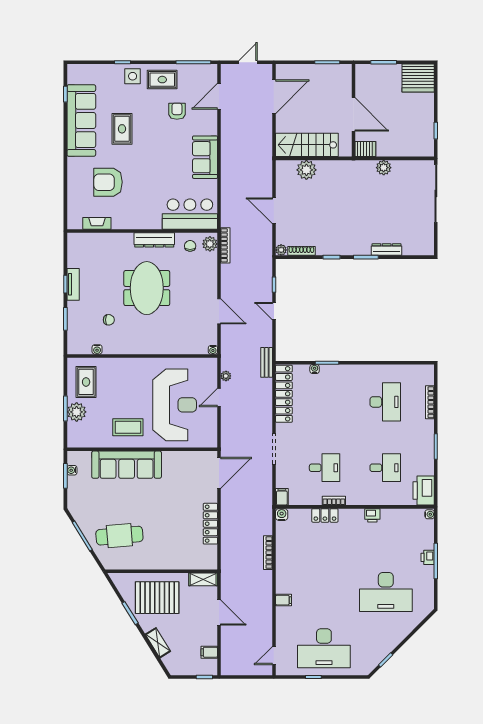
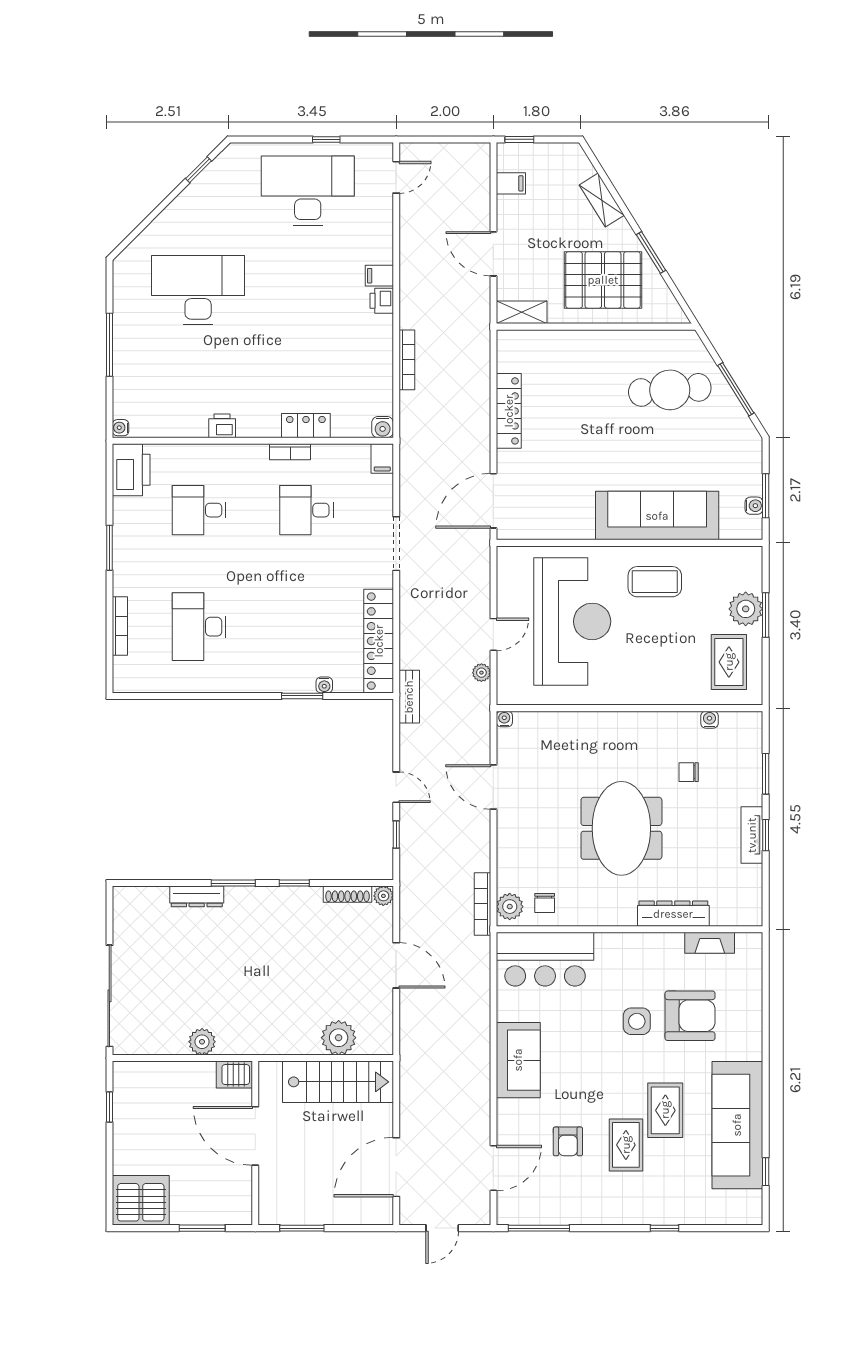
side table: (133, 76) -> (637, 1021), moved
rug: (162, 80) -> (626, 1145), moved, turned 90
dresser: (154, 240) -> (673, 914), moved
reception desk: (175, 405) -> (572, 621), turned 180
printer: (428, 557) -> (382, 301), moved, turned 180

